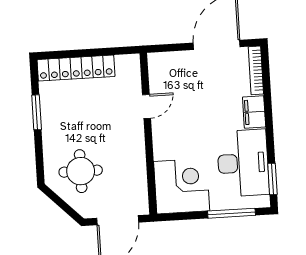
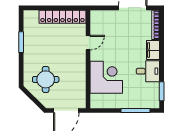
locker: (76, 68) -> (62, 17), moved
desk: (243, 163) -> (148, 71), width x0.53, depth x0.77
corner desk: (182, 186) -> (106, 77), moved

